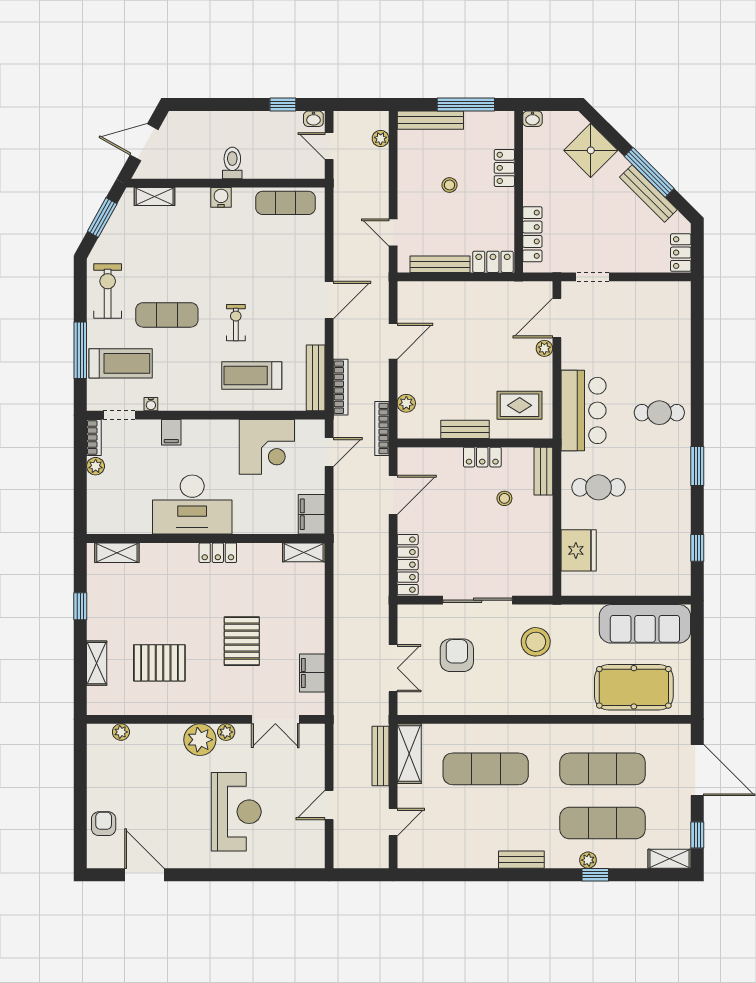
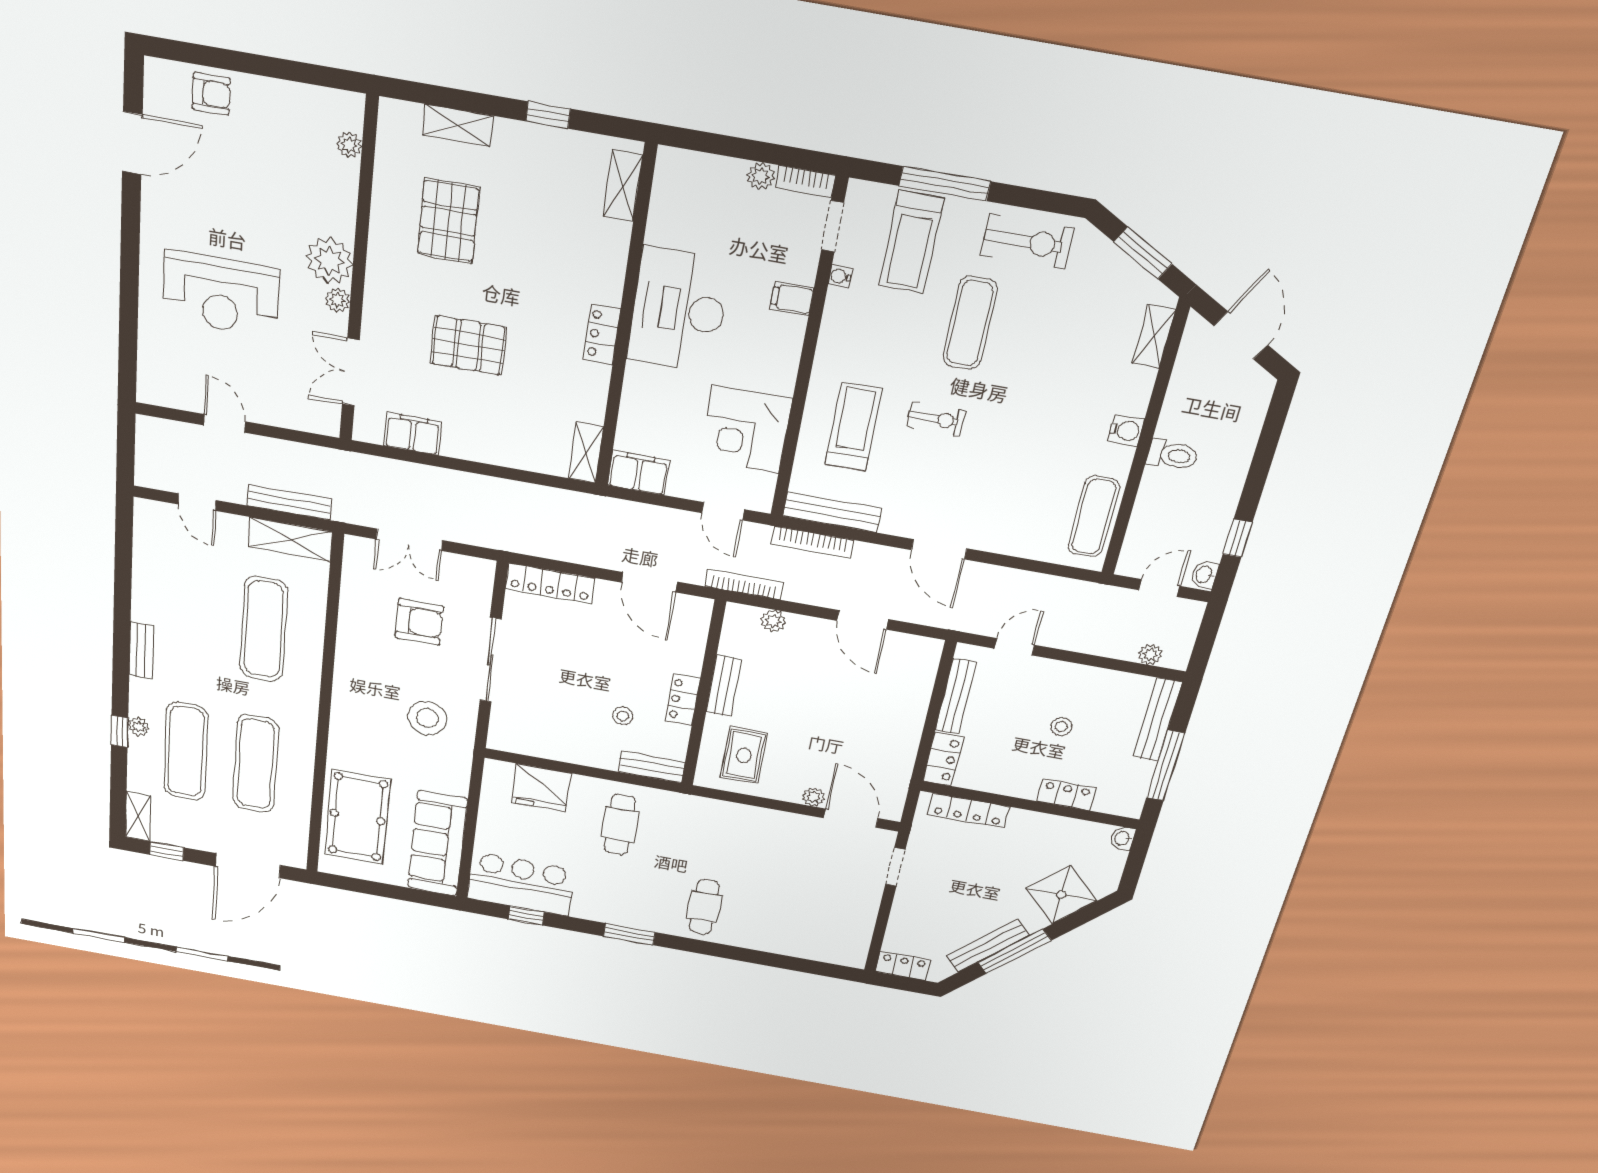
bar counter: (584, 410) -> (521, 884), moved, turned 180

